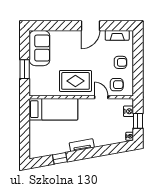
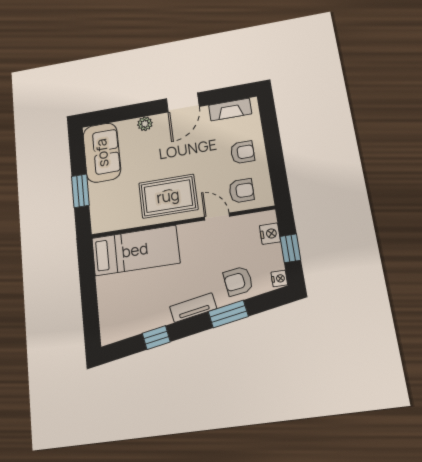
plant: (67, 35) -> (145, 124), added
armchair: (108, 134) -> (238, 281), added
window: (100, 151) -> (228, 314), added

